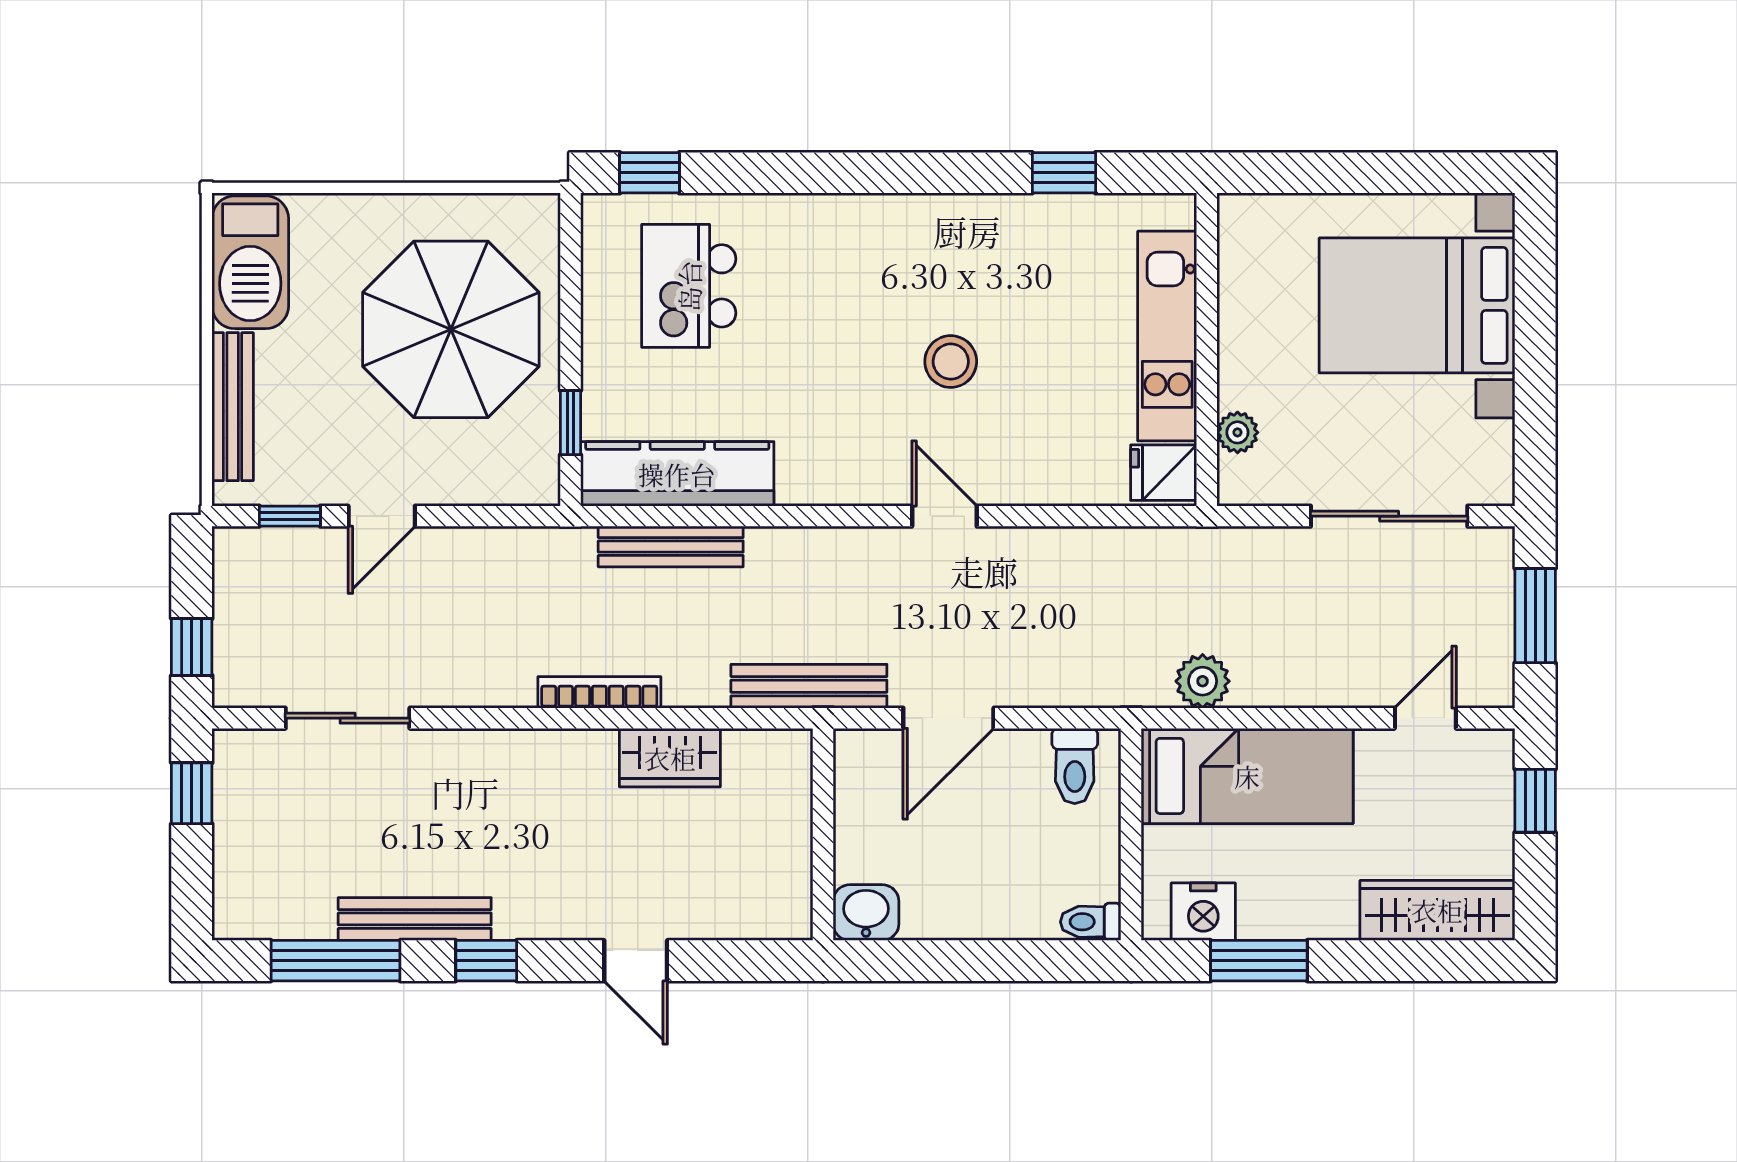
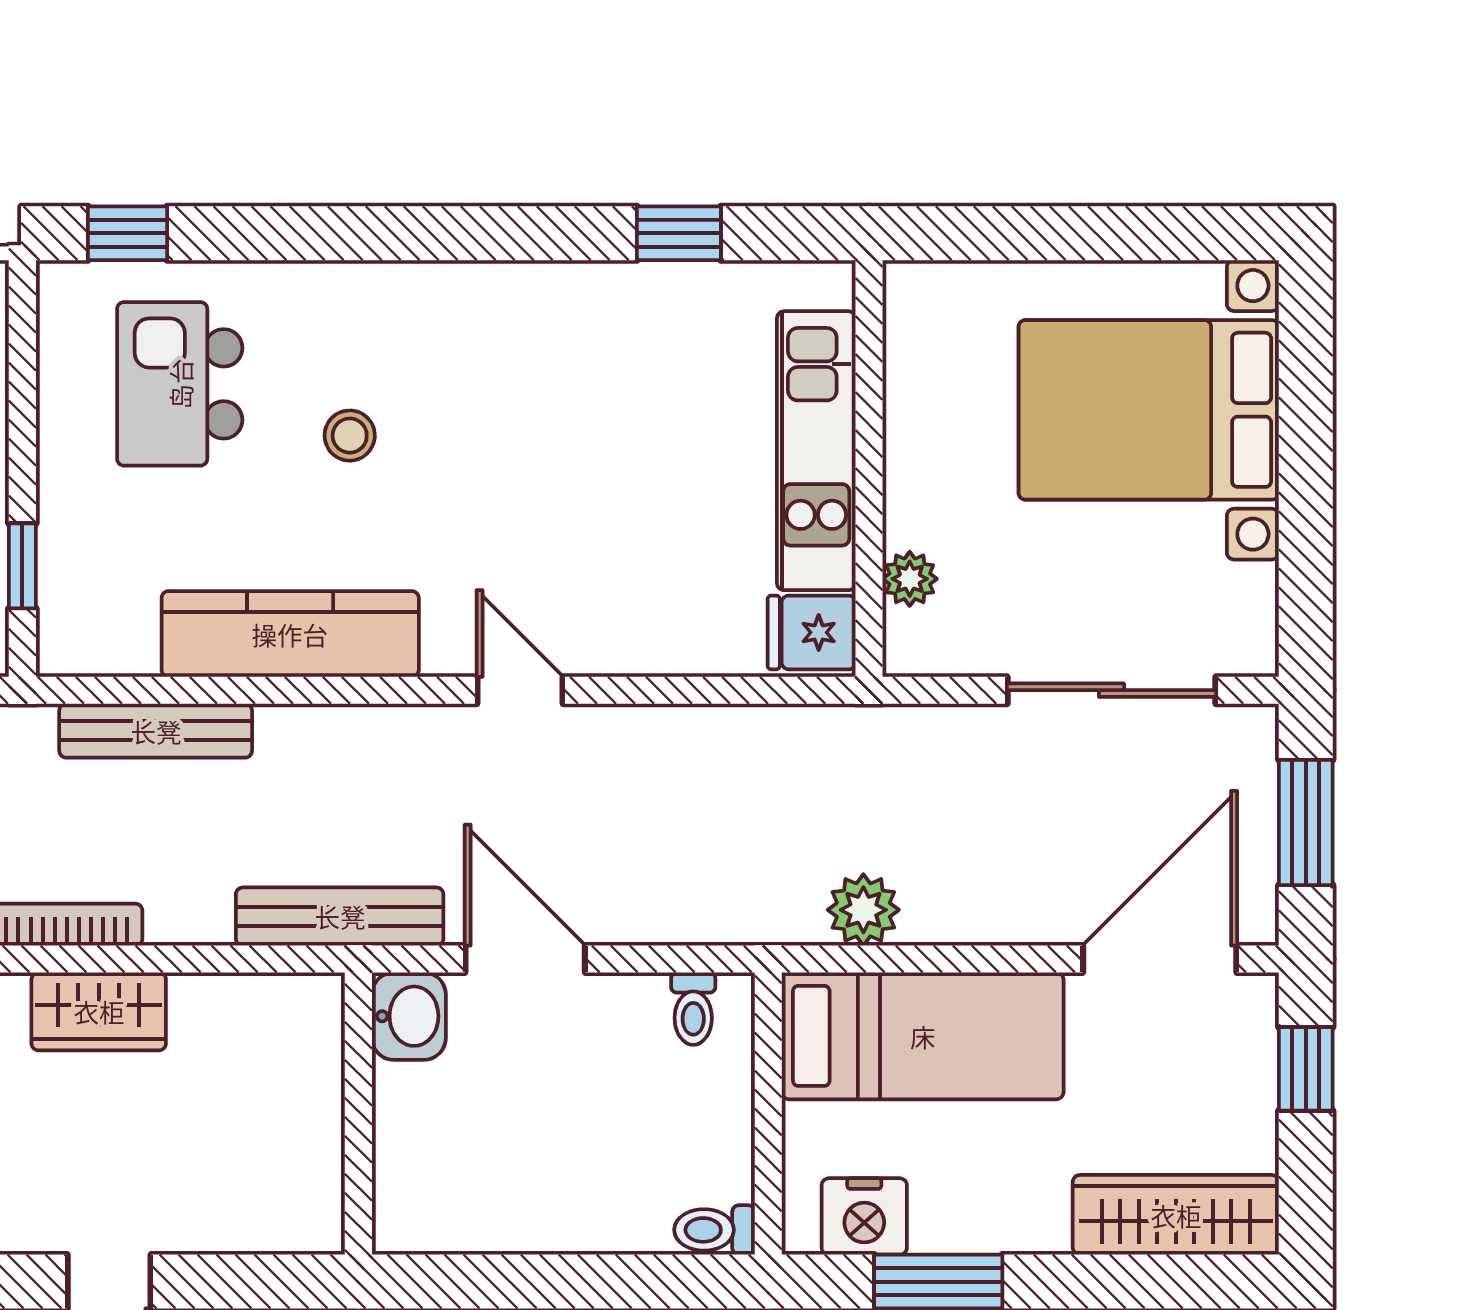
stool: (951, 362) -> (350, 436), moved, width x0.73, depth x0.73
kitchen counter: (677, 474) -> (290, 634), moved
door: (948, 718) -> (525, 959), swing flipped
door: (1425, 718) -> (1160, 959), width x1.88
wardrobe: (670, 758) -> (99, 1011), moved
toilet: (1075, 766) -> (693, 1009), width x0.73, depth x0.72
washbasin: (866, 913) -> (409, 1016), moved, turned 90

